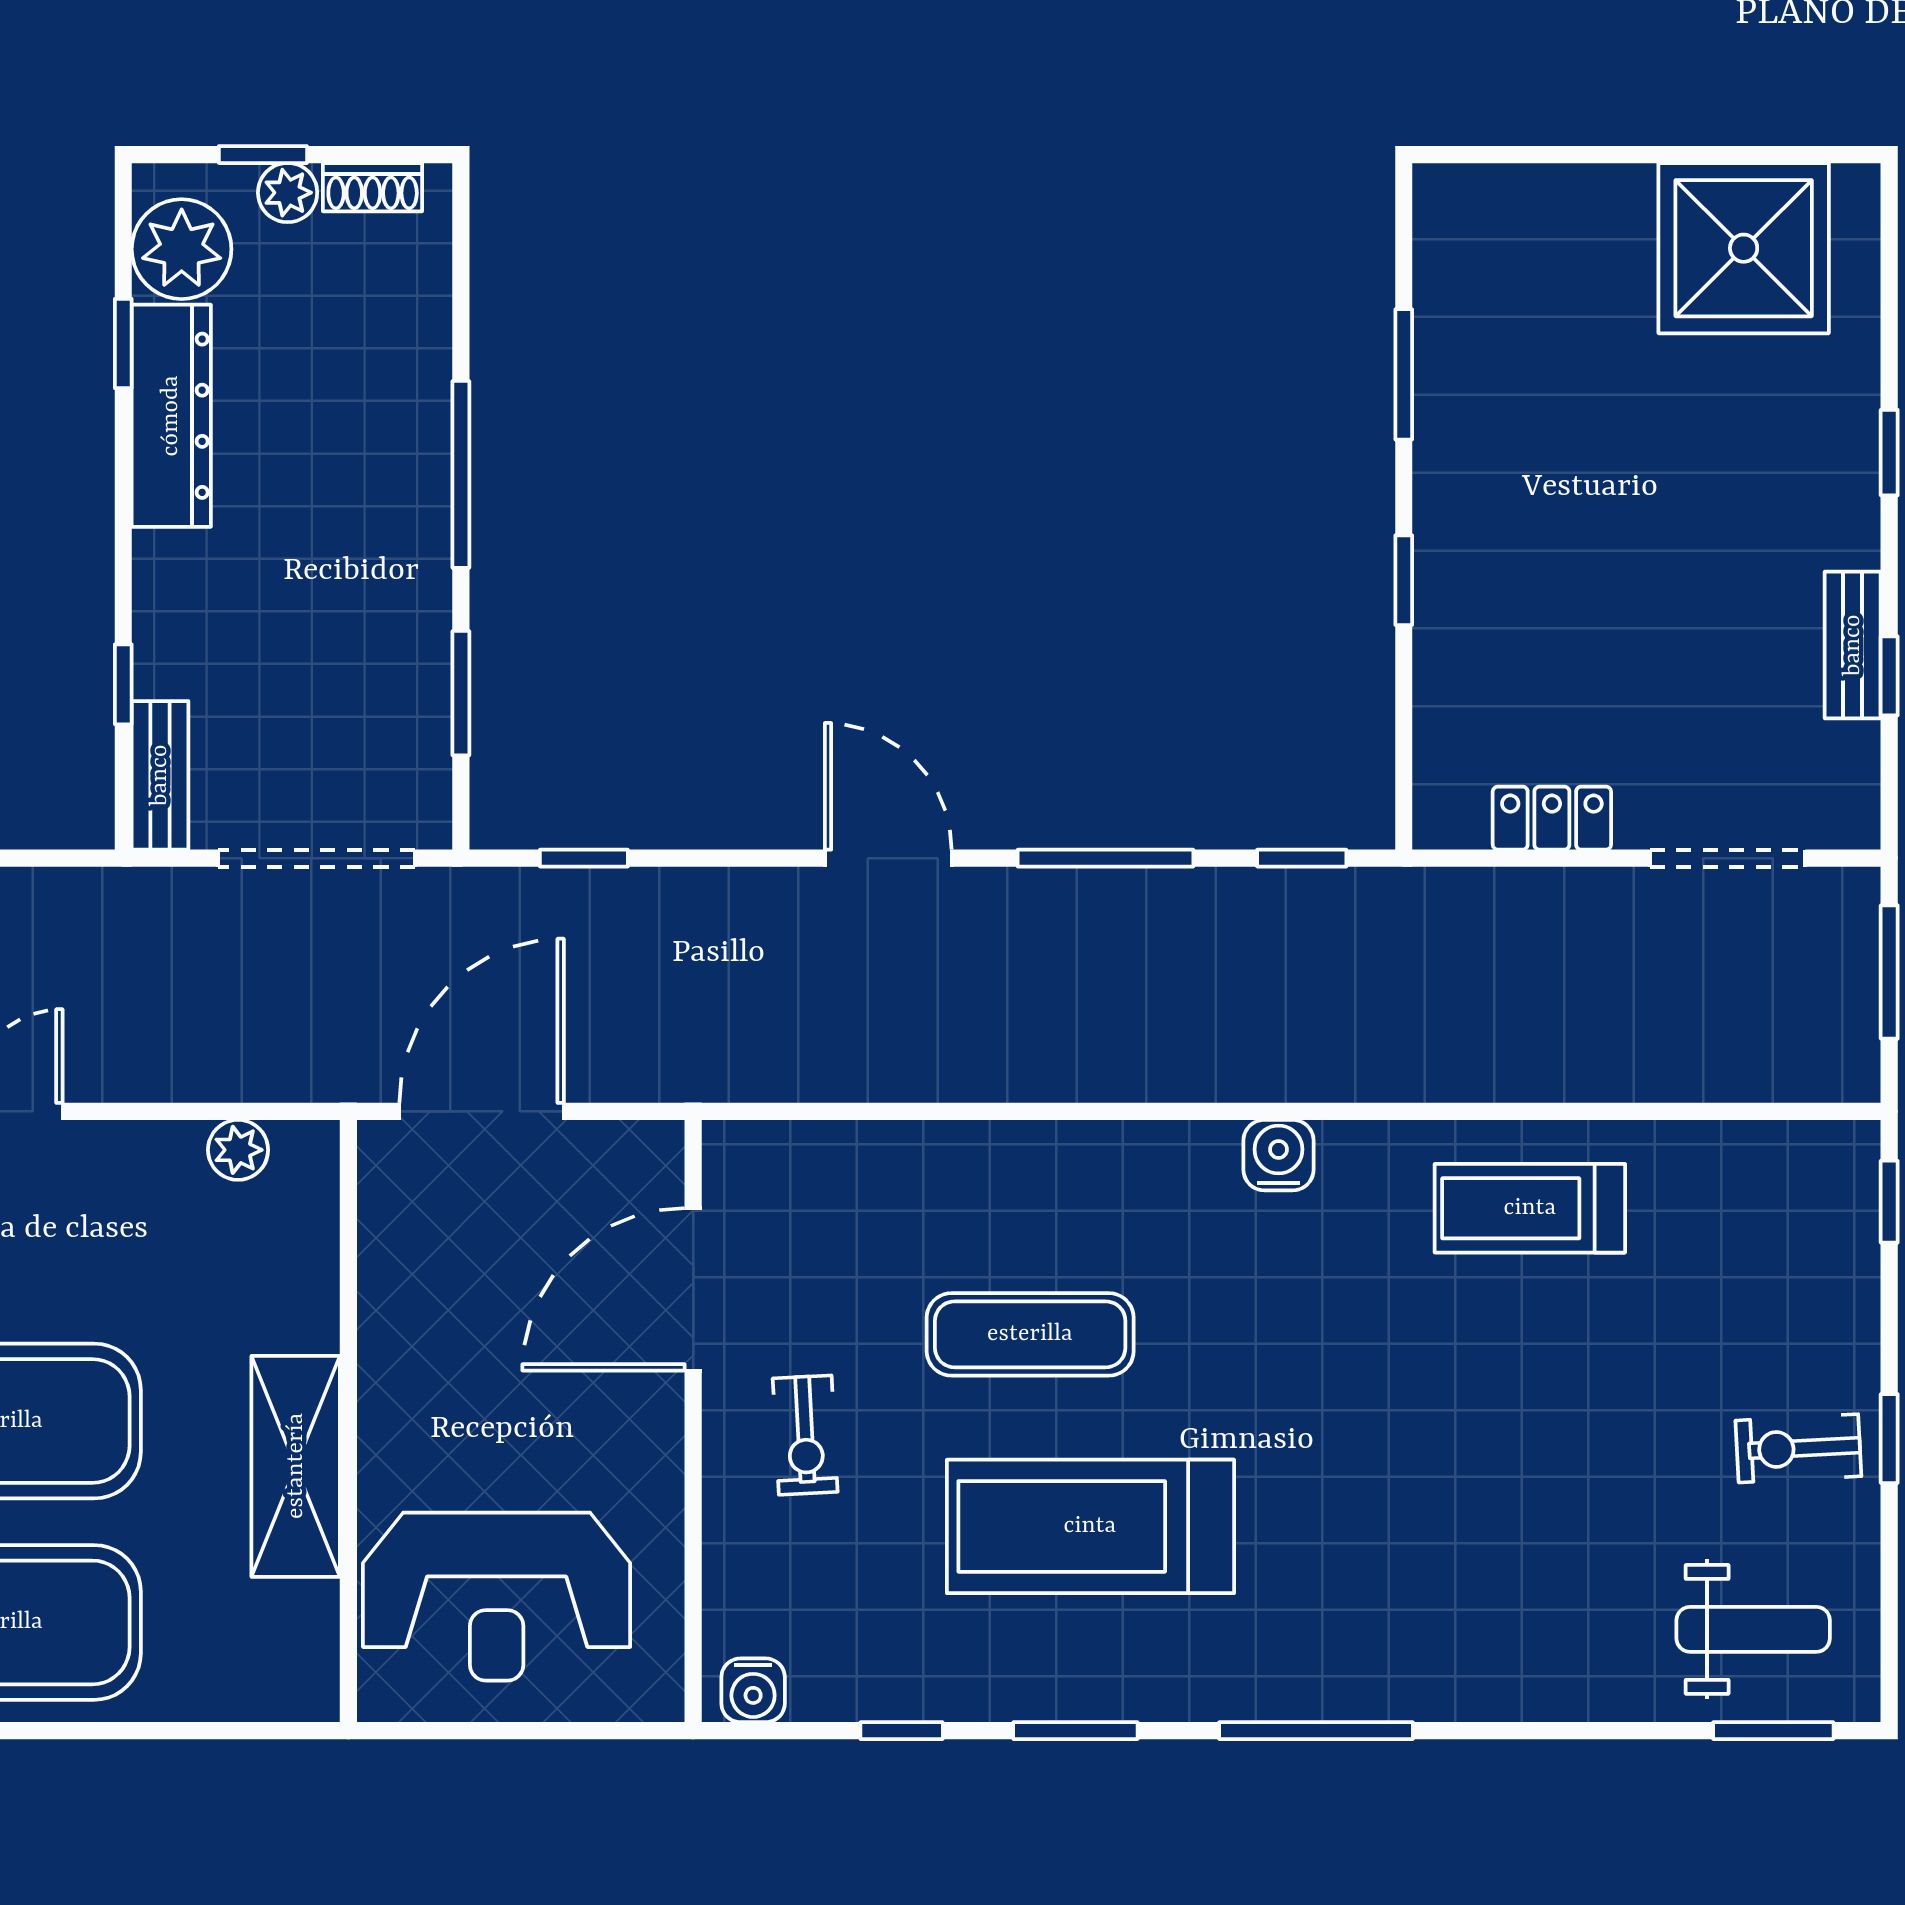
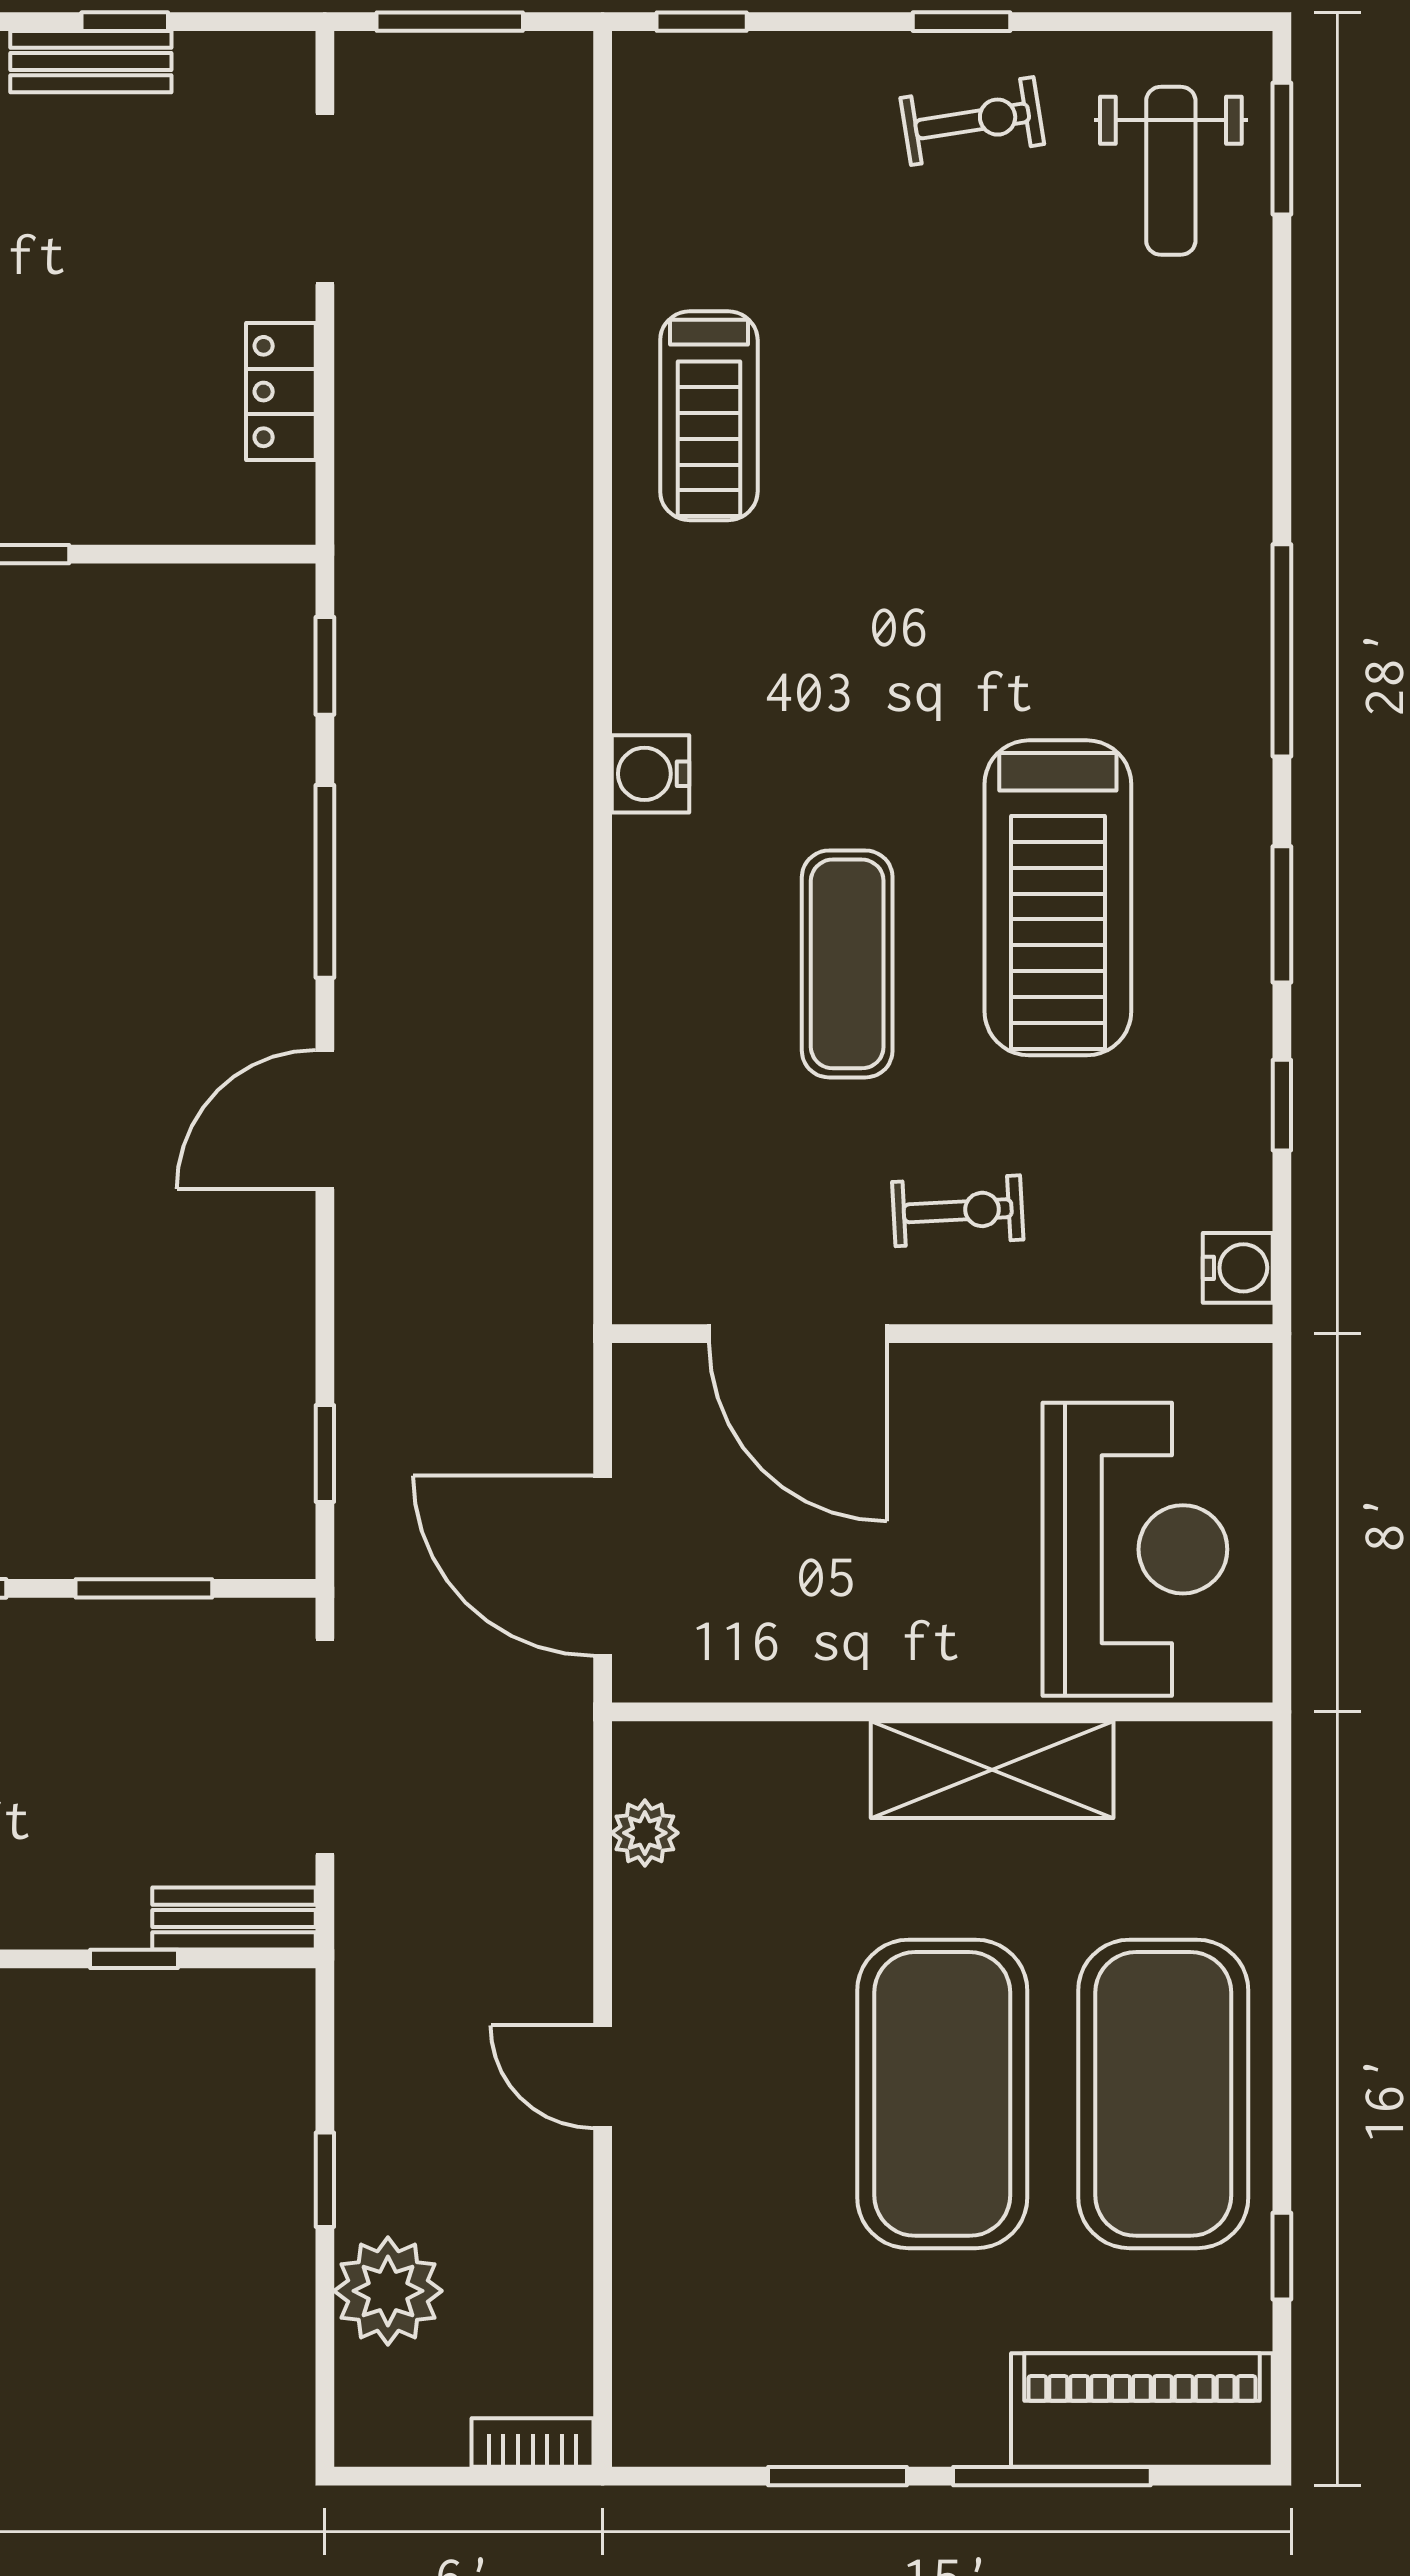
water cooler: (1279, 1155) -> (651, 774), moved
exercise bike: (1798, 1448) -> (972, 121), turned -96
weight bench: (1753, 1629) -> (1171, 171), turned 180

